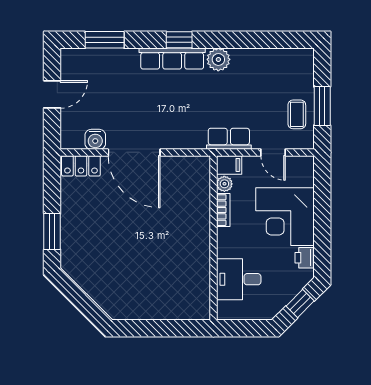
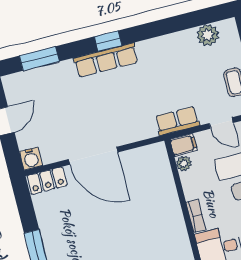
plant: (218, 59) -> (208, 35), moved
water cooler: (95, 139) -> (31, 159), moved
bookcase: (223, 210) -> (196, 216), moved

